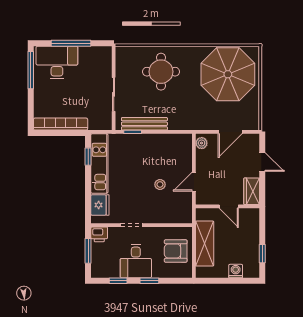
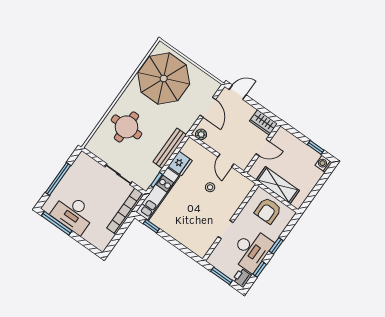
desk: (57, 62) -> (73, 214), moved, turned -90
bookcase: (61, 124) -> (125, 211), moved
bench: (144, 124) -> (170, 148), moved
door: (262, 162) -> (238, 92), moved
kitchen unit: (99, 163) -> (158, 194), moved, turned 90
fridge: (100, 205) -> (180, 163), moved, turned 90
printer: (99, 234) -> (242, 278), moved, turned 180
desk: (136, 261) -> (251, 250), width x1.37
washing machine: (236, 271) -> (323, 164), moved

